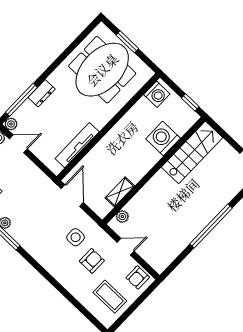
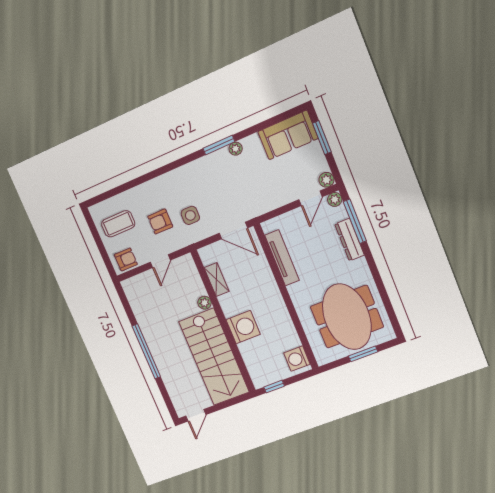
dresser: (42, 93) -> (349, 240), width x1.44
washing machine: (163, 138) -> (243, 327), moved
stairs: (192, 152) -> (214, 357), width x1.36, depth x1.51
plant: (122, 217) -> (205, 303), moved
armchair: (92, 261) -> (160, 222), turned 90
armchair: (138, 277) -> (126, 260), turned 90

